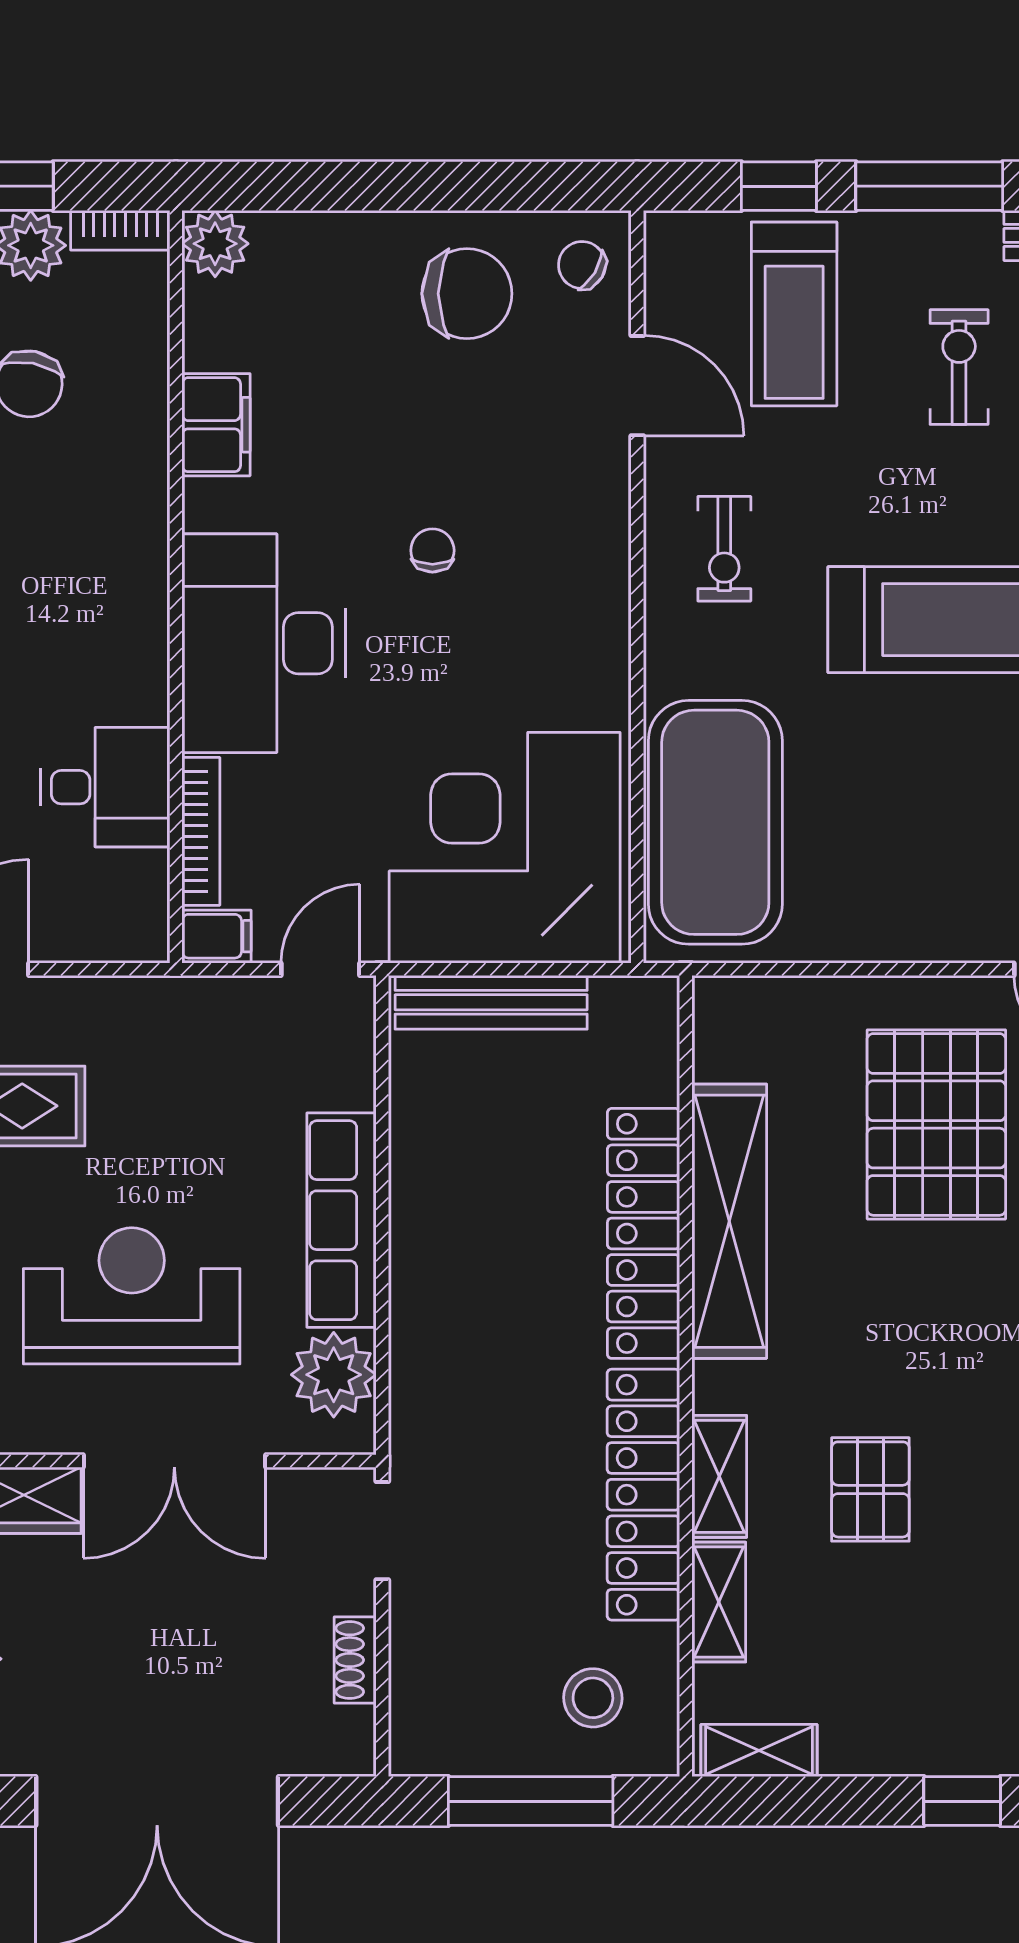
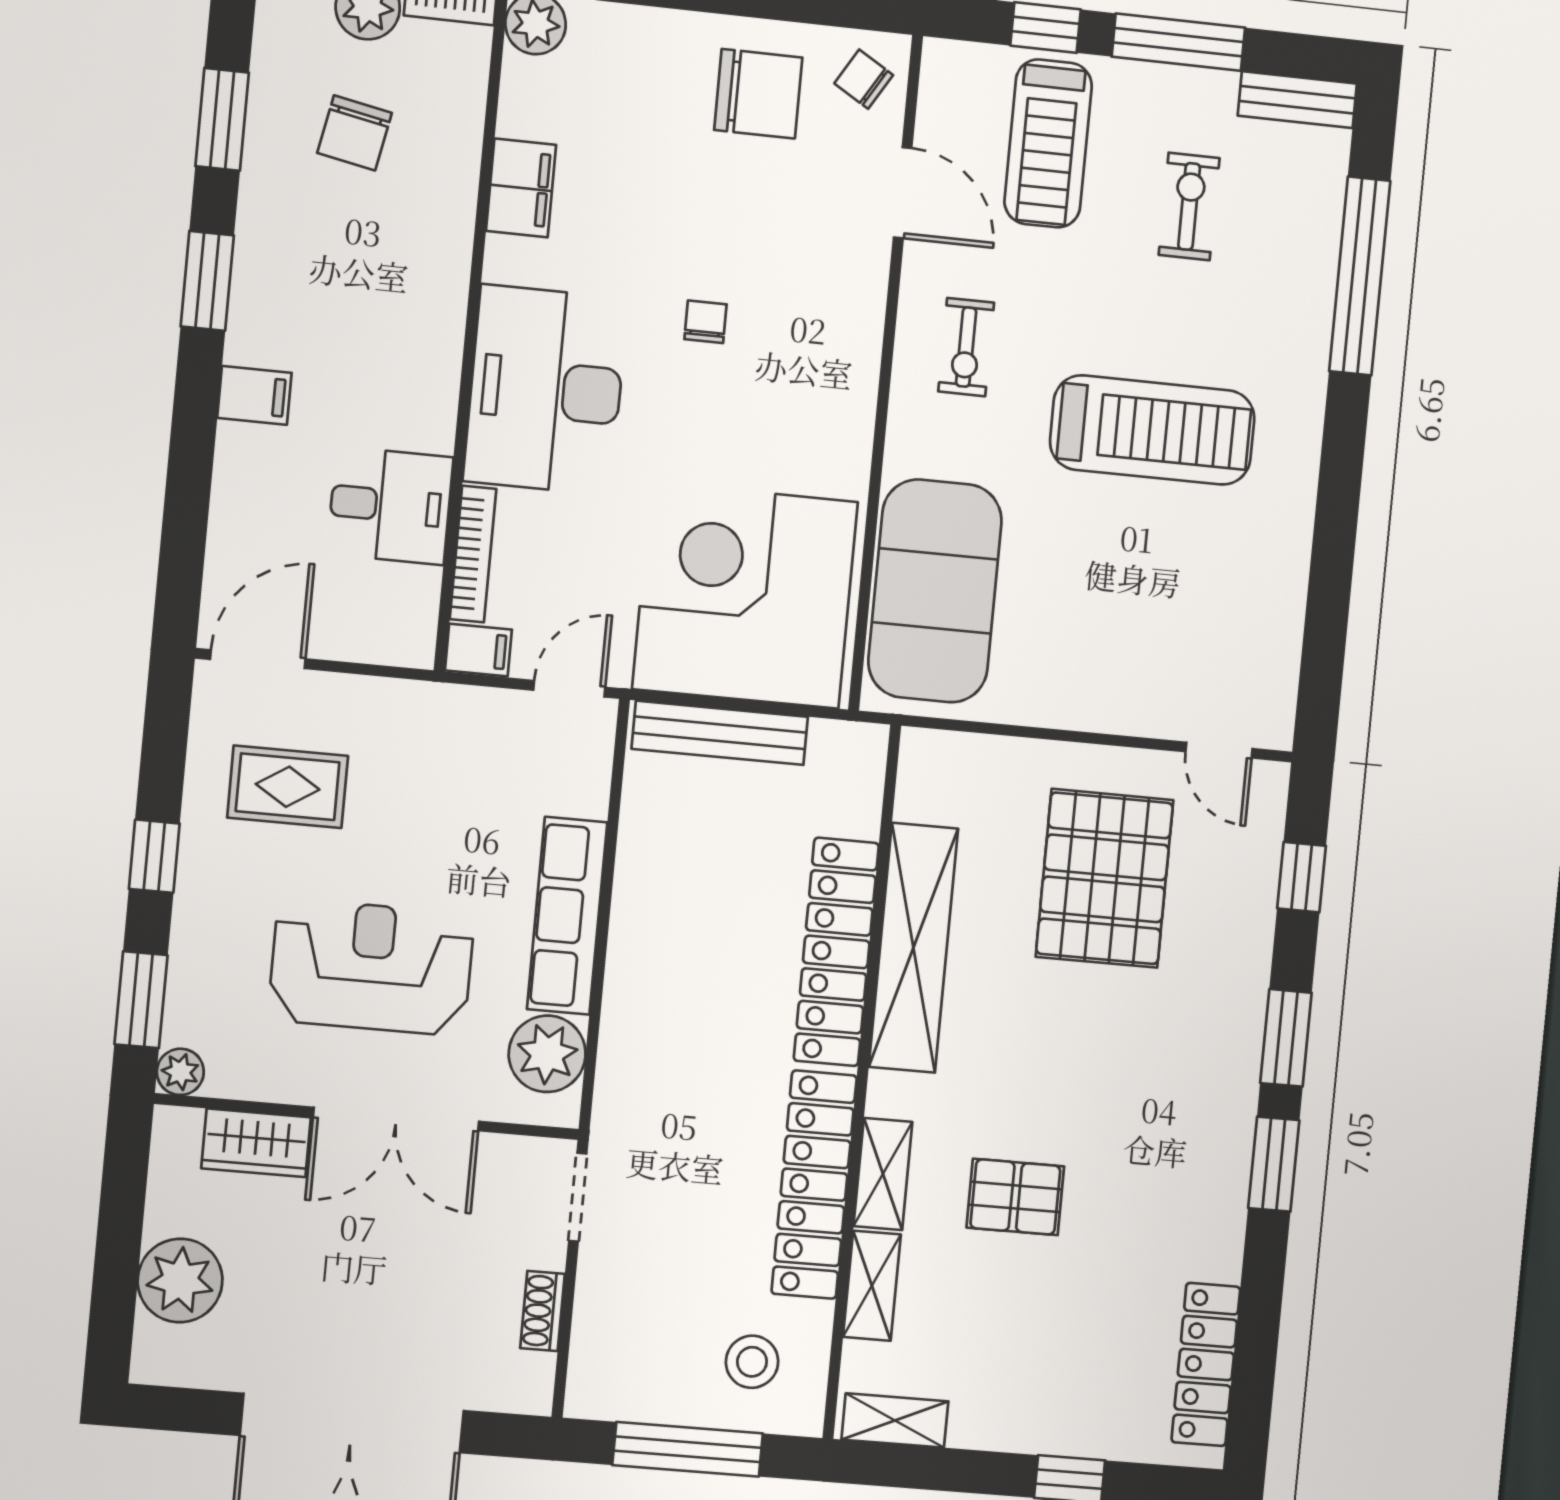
pallet: (870, 1489) -> (1015, 1197), turned 90

